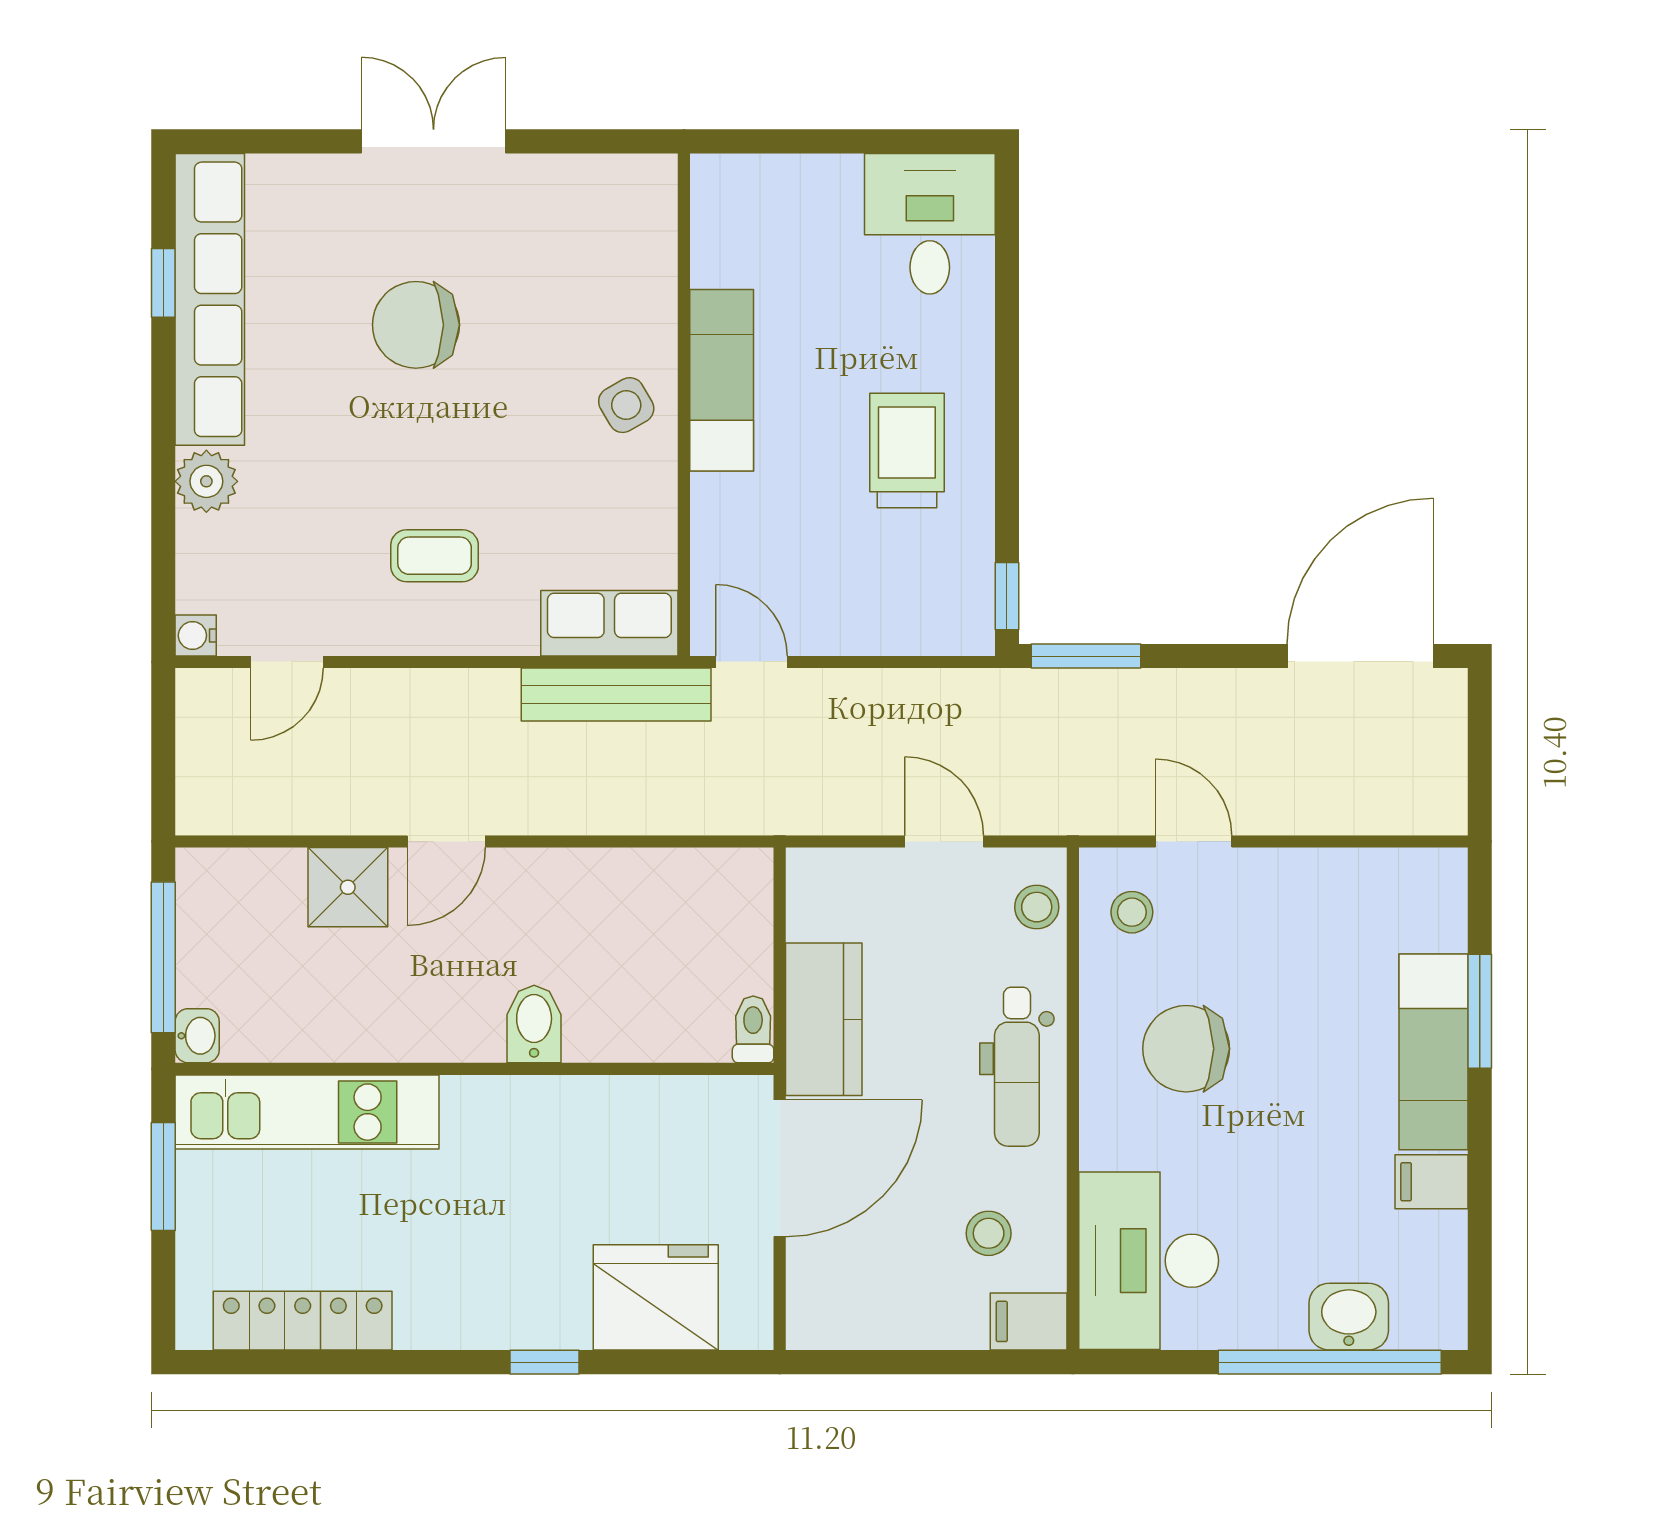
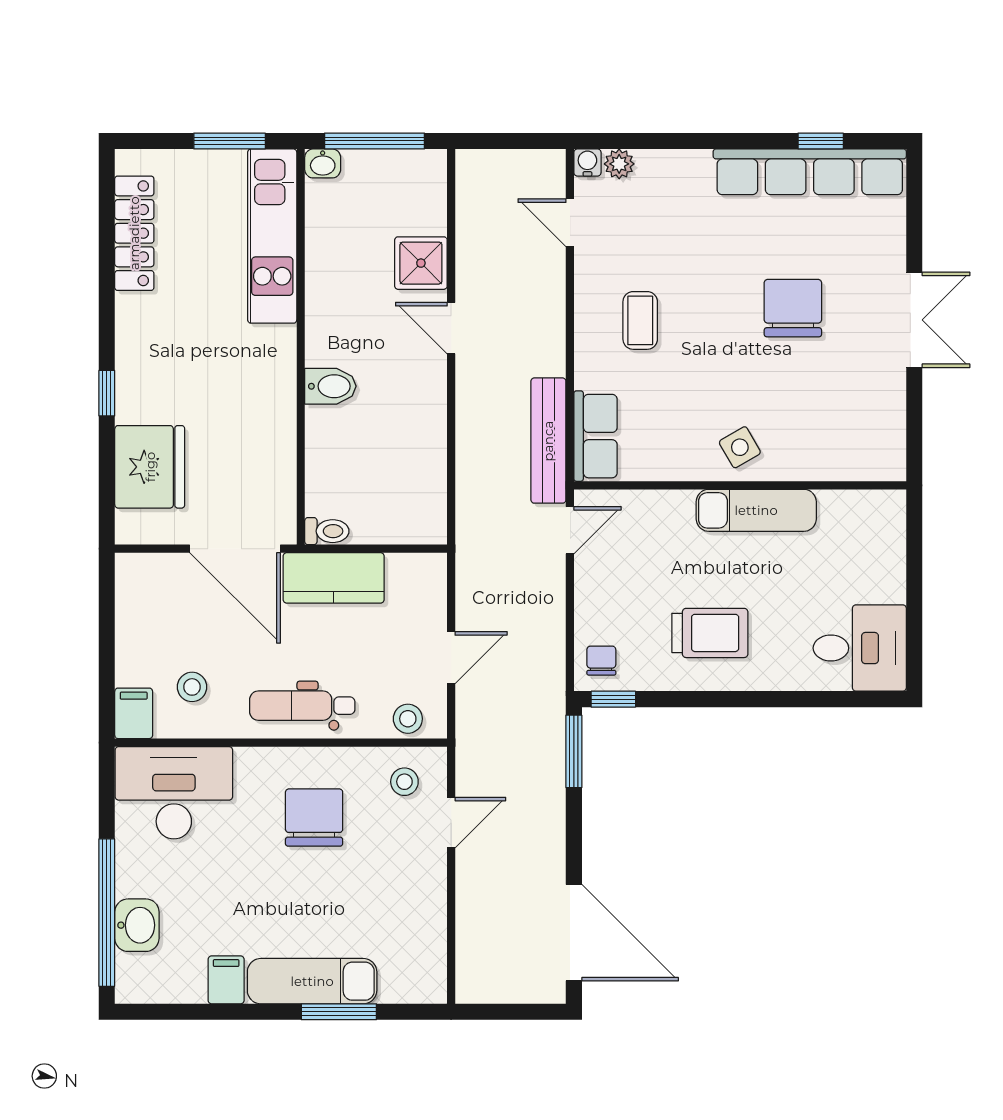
plant: (206, 481) -> (619, 164), moved, width x0.73, depth x0.73
chair: (949, 614) -> (601, 661), added

